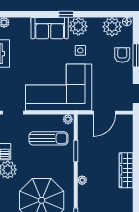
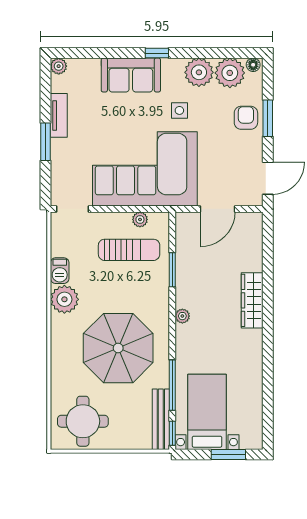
plant: (78, 26) -> (199, 72), moved
plant: (68, 119) -> (140, 219), moved

